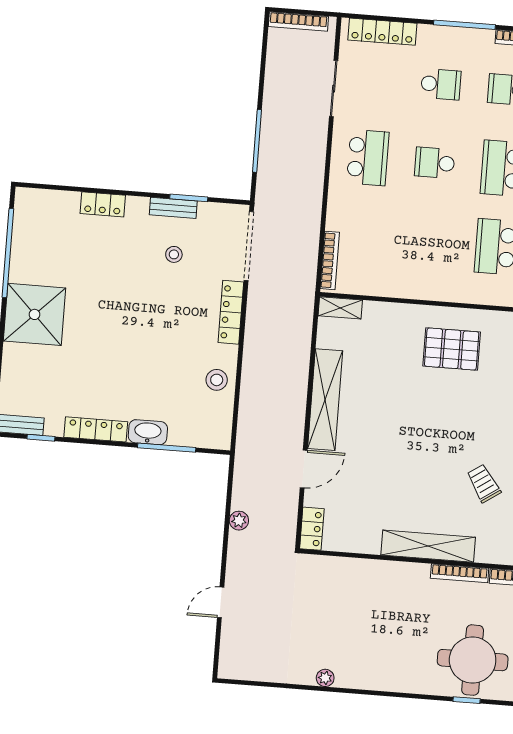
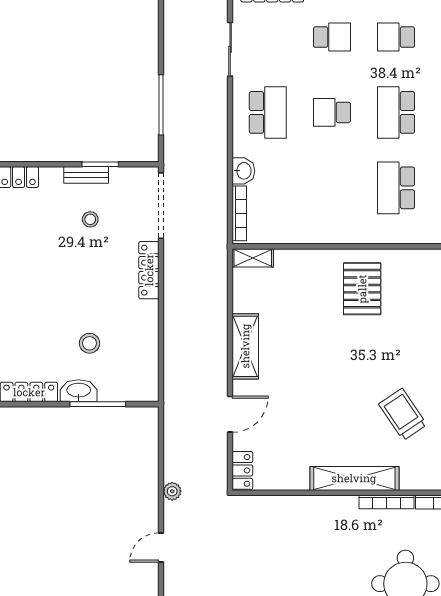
washbasin: (338, 216) -> (243, 171), added
pallet: (452, 349) -> (362, 289), turned 90
stool: (217, 380) -> (90, 343), moved
shelving: (325, 400) -> (245, 346), width x0.68
trolley: (484, 483) -> (403, 414), width x1.36, depth x1.39
plant: (239, 521) -> (172, 491), moved

